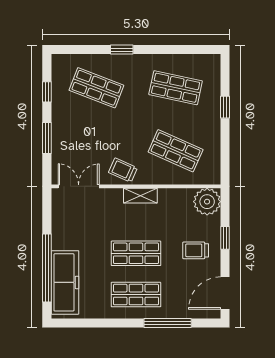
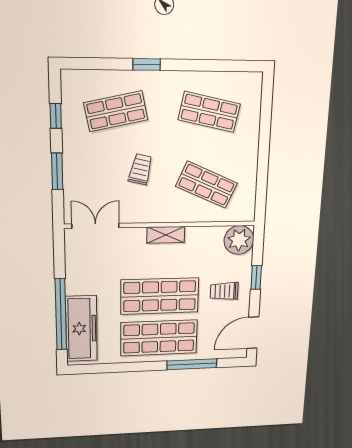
shop shelf: (96, 88) -> (116, 111), turned -33
window: (225, 107) -> (265, 135), removed
trolley: (123, 170) -> (140, 169), moved, turned 79
shop shelf: (136, 253) -> (160, 296), width x1.43, depth x1.36
shop shelf: (136, 295) -> (159, 338), width x1.43, depth x1.36

